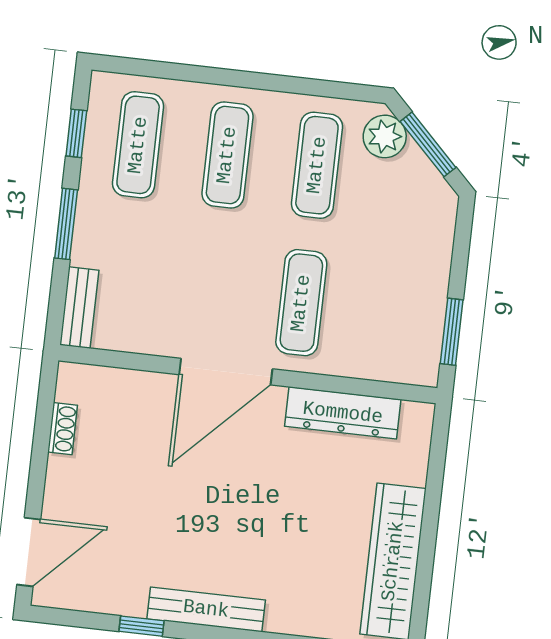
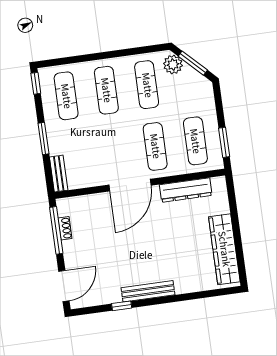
window: (76, 133) -> (36, 83), moved
exercise mat: (391, 313) -> (195, 141), added
window: (43, 428) -> (56, 230), added

